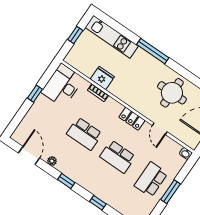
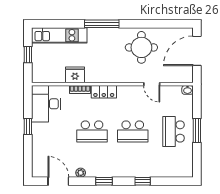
locker: (132, 119) -> (104, 92), moved

